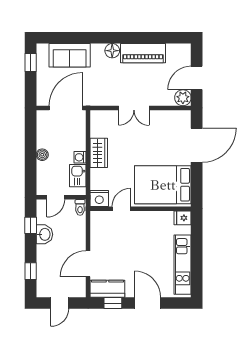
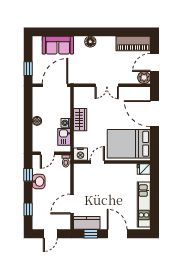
piano: (143, 53) -> (133, 44), moved
window: (31, 63) -> (28, 69), moved
door: (197, 145) -> (155, 114), swing flipped

